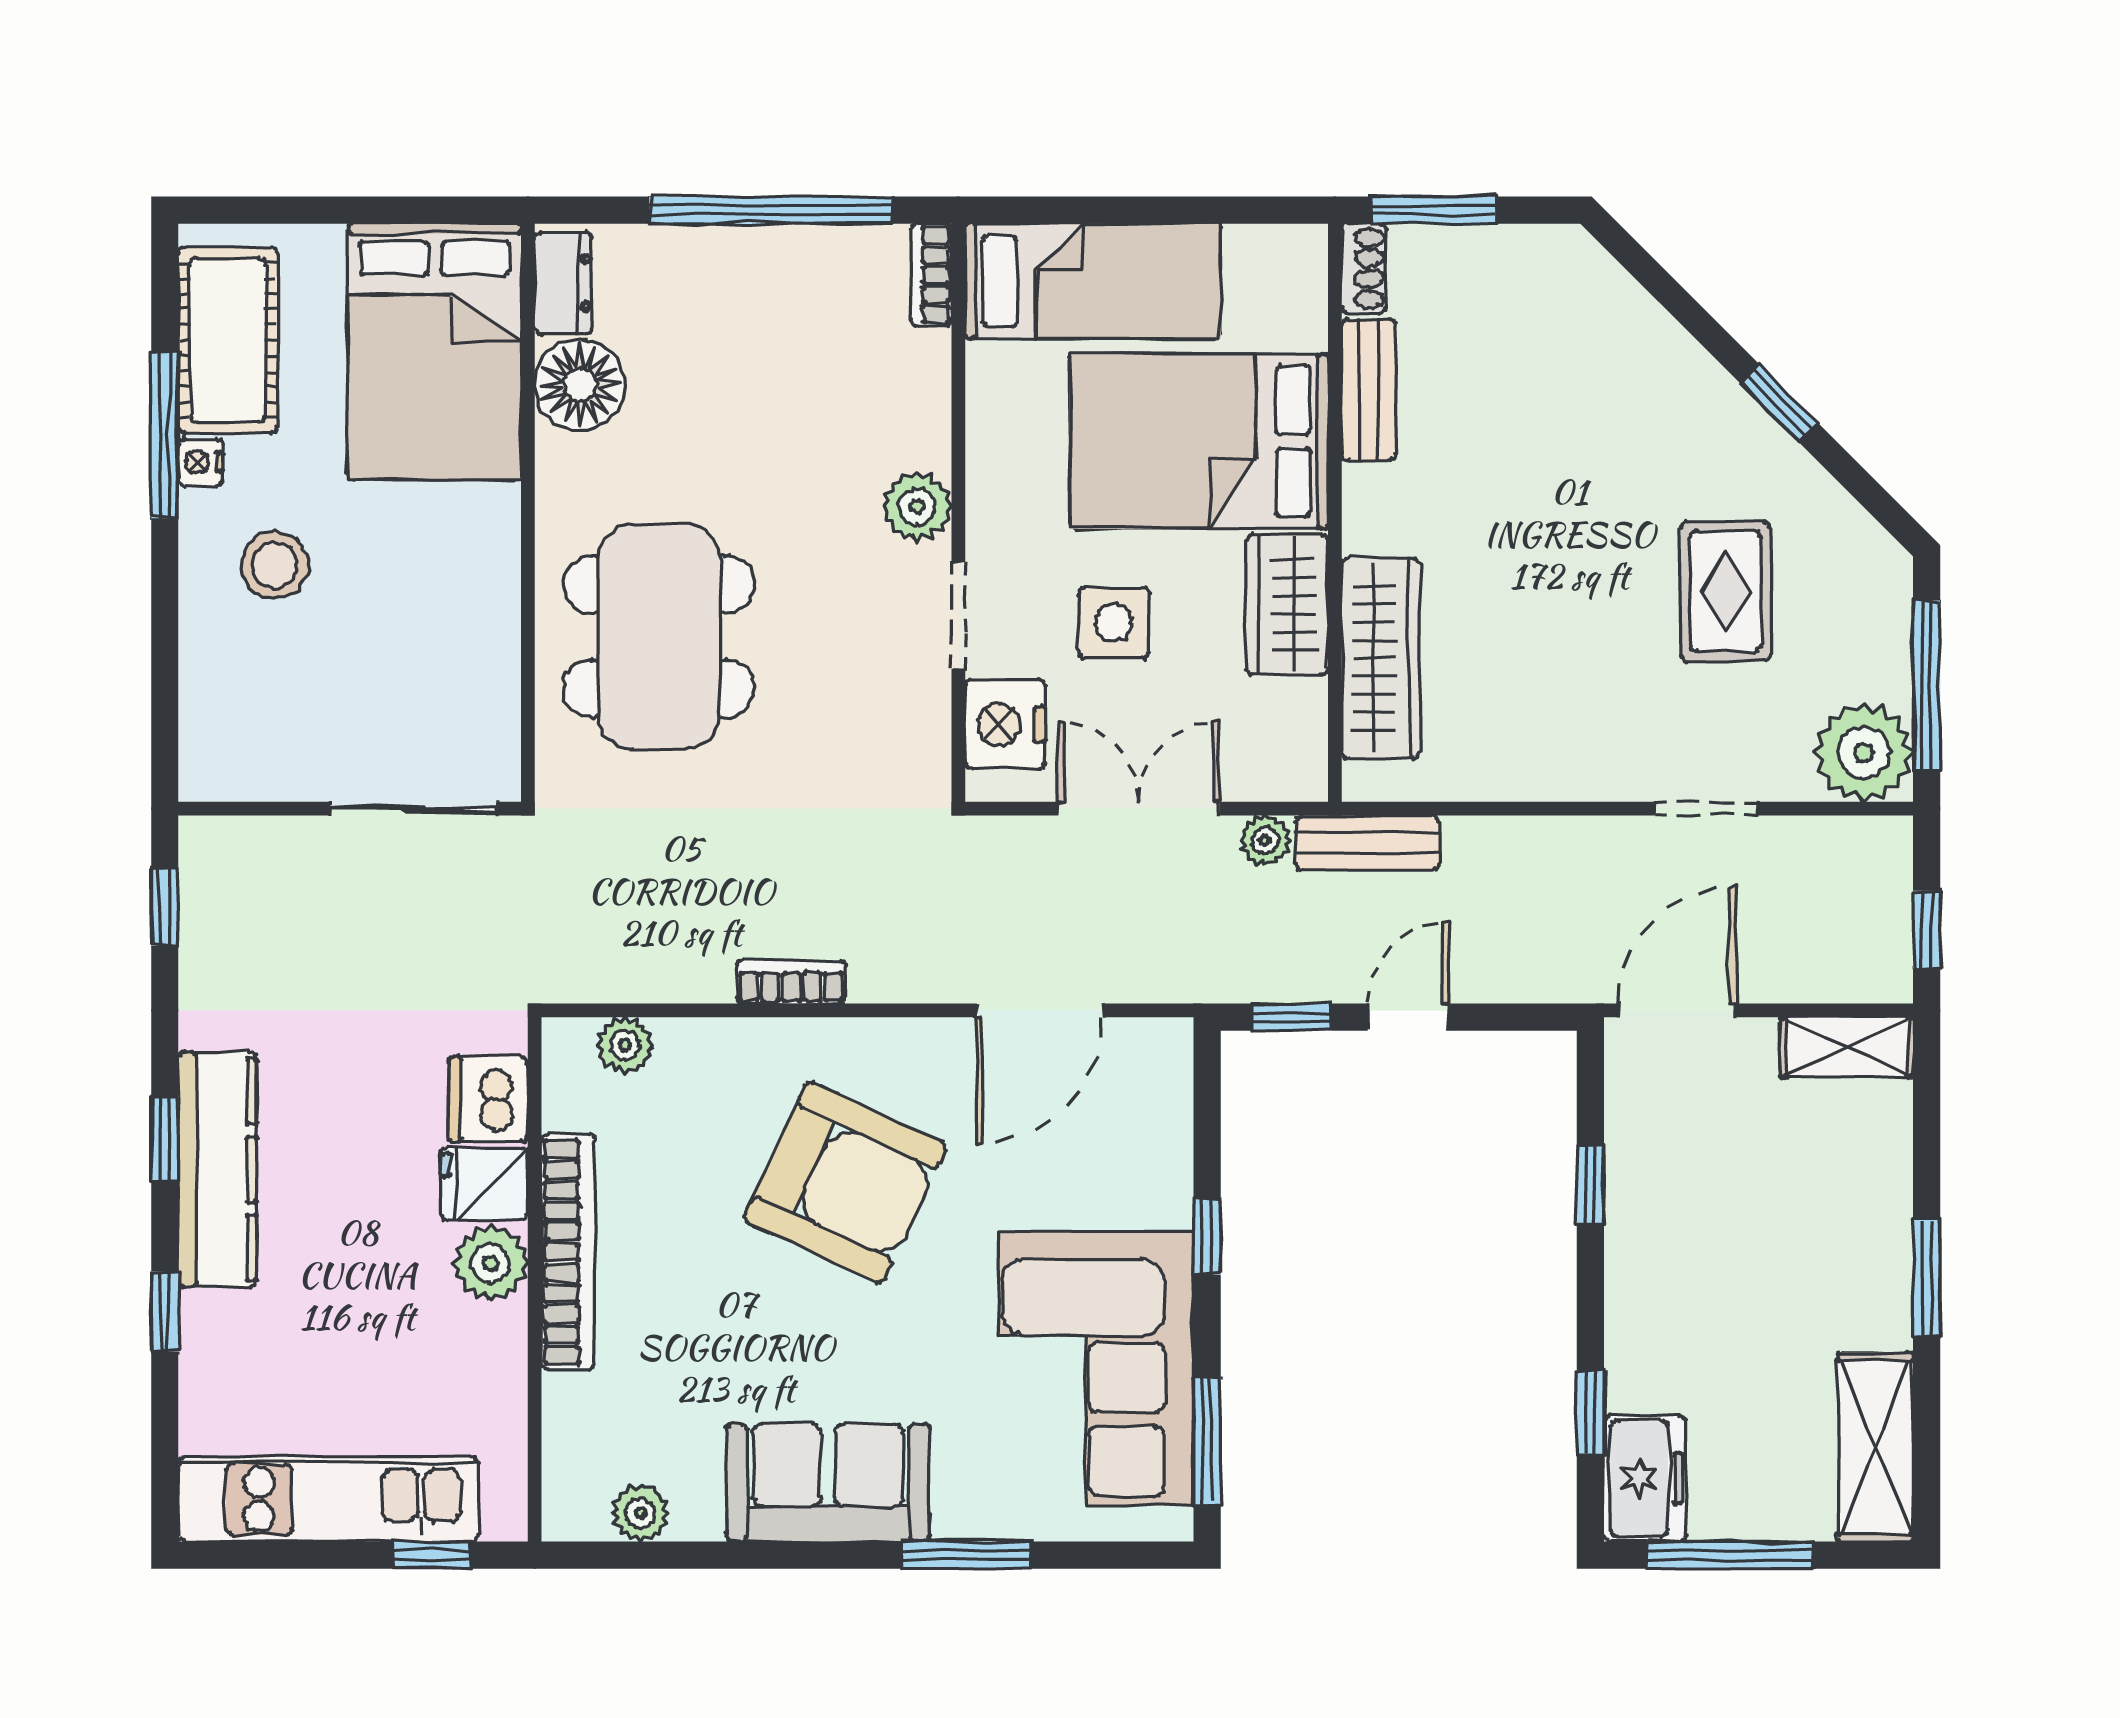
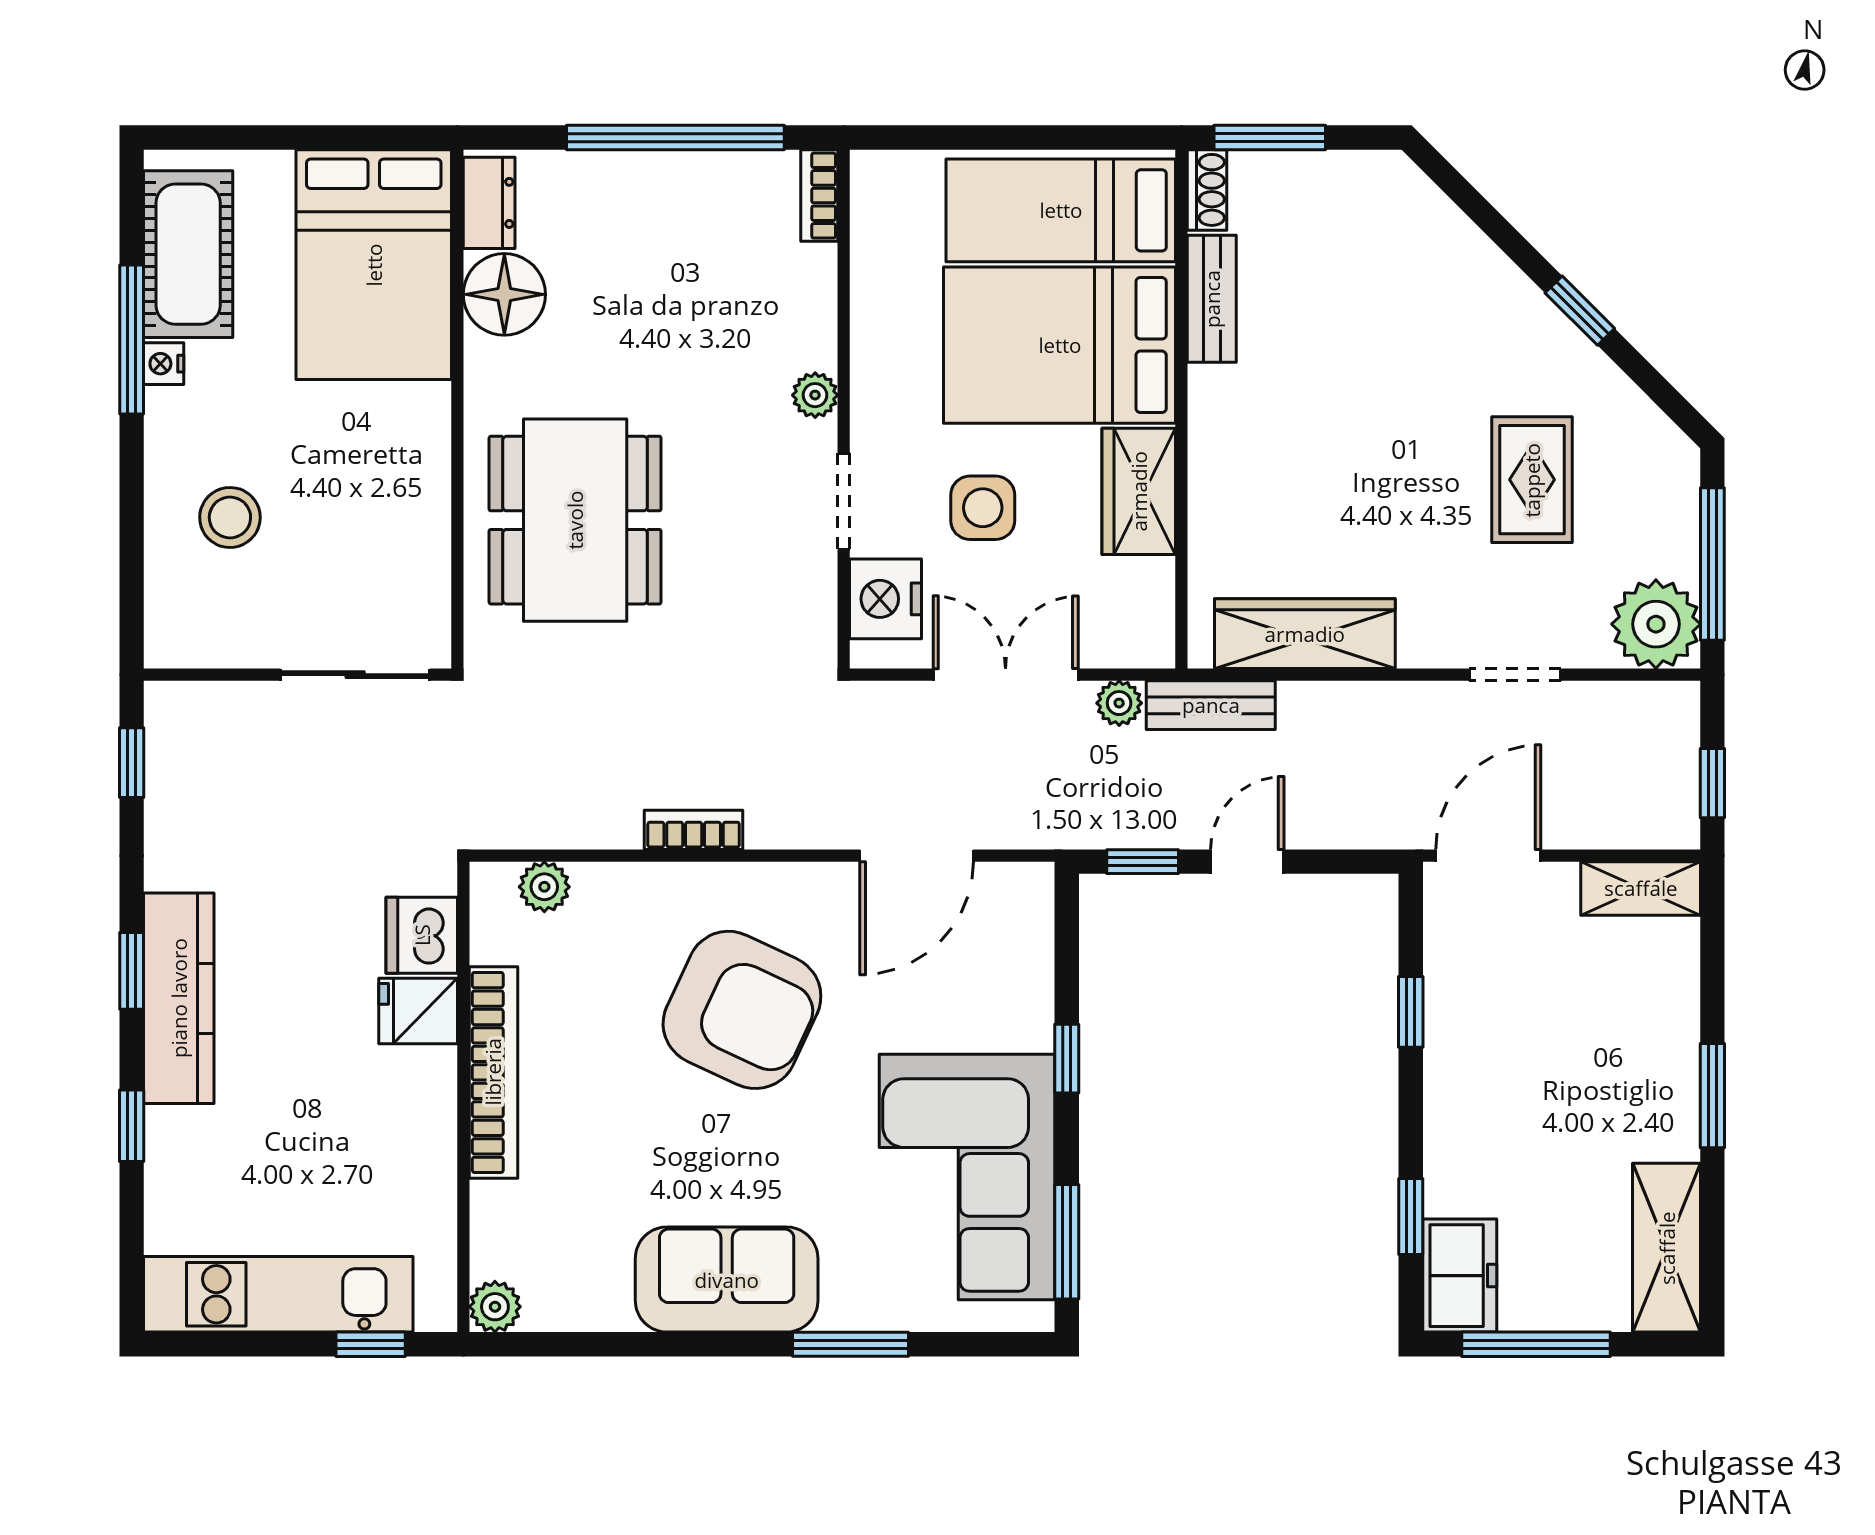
bed: (1093, 281) -> (1061, 210), moved, turned 180
plant: (917, 507) -> (815, 395), width x0.73, depth x0.73
stool: (275, 565) -> (230, 517), moved
wardrobe: (1381, 658) -> (1305, 634), moved, turned -90
plant: (490, 1263) -> (424, 1082), removed
plant: (640, 1513) -> (495, 1307), moved

